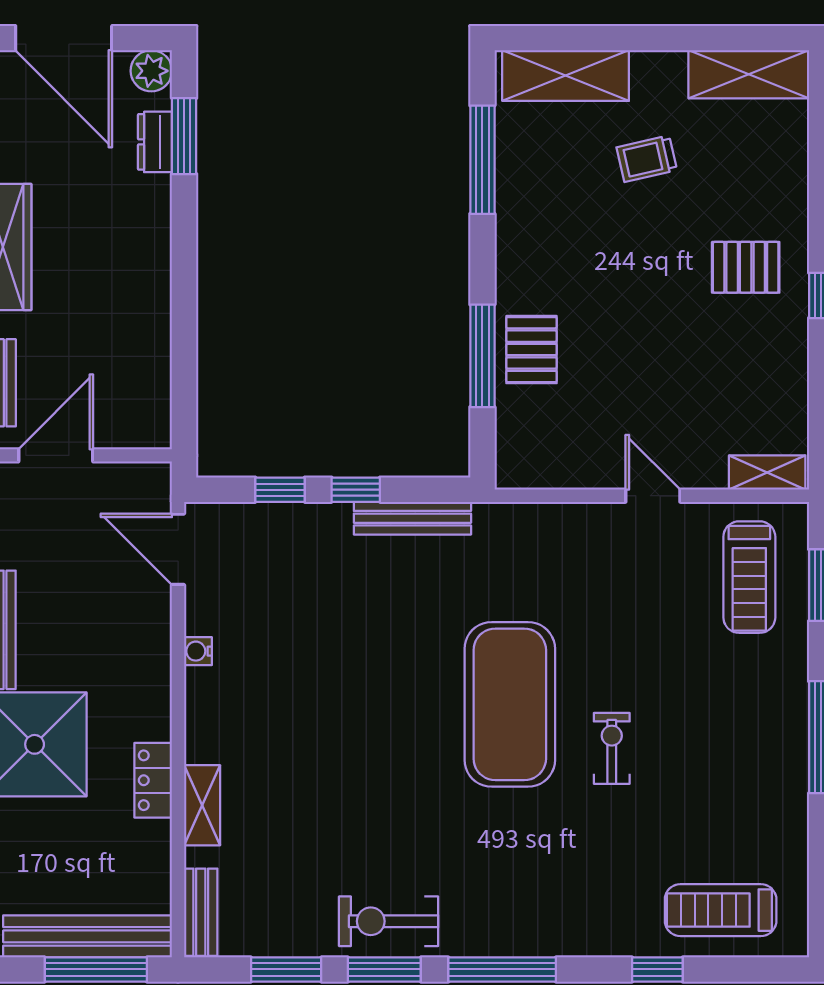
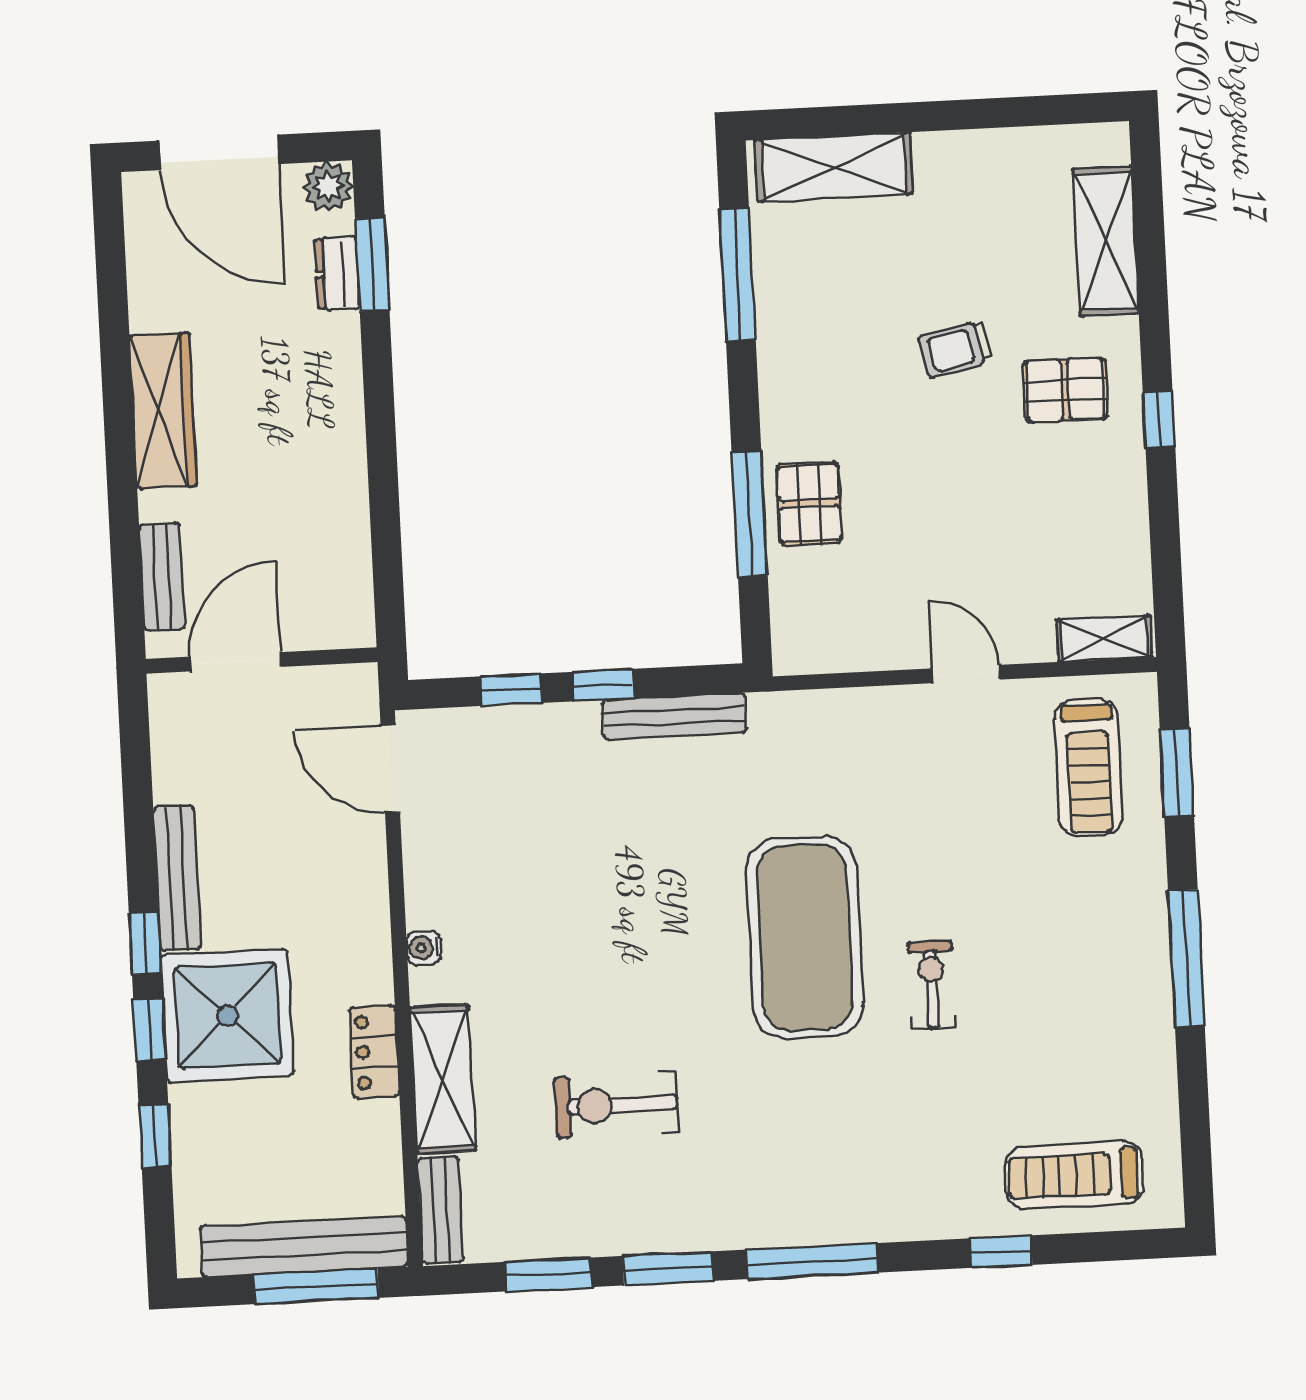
shelving: (749, 74) -> (1106, 241), moved, turned 90
trolley: (647, 159) -> (956, 349), moved
water cooler: (198, 651) -> (424, 948), moved
shelving: (202, 805) -> (443, 1079), width x1.50, depth x1.33
exercise bike: (389, 921) -> (616, 1105), moved

